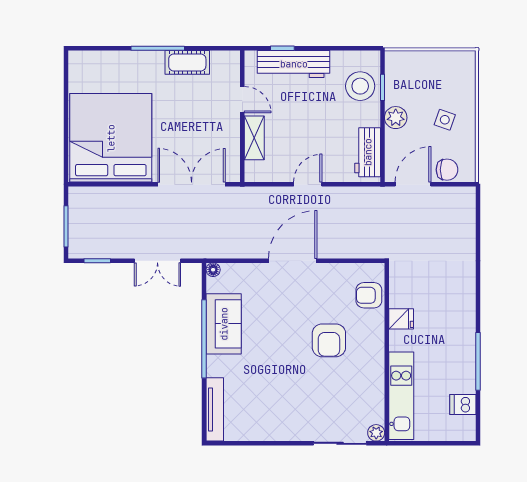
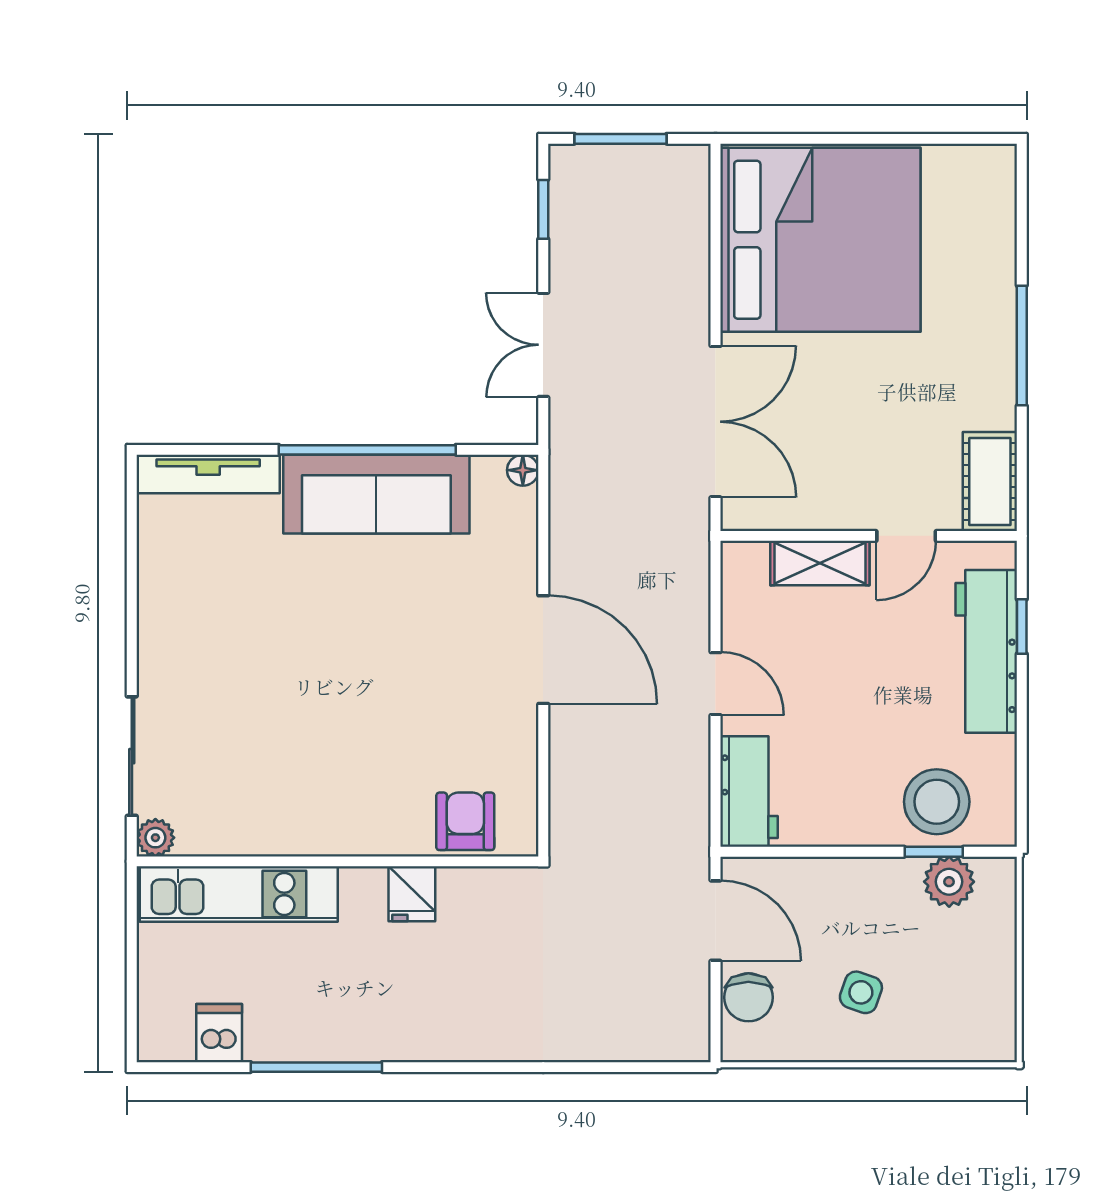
cot: (187, 62) -> (990, 482), moved
plant: (396, 118) -> (949, 882), moved
workbench: (368, 152) -> (749, 792), moved, turned 90
sofa: (224, 324) -> (376, 494), width x1.36
armchair: (329, 340) -> (364, 731), removed

